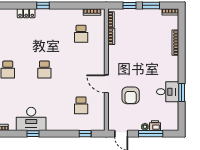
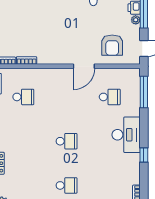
armchair: (131, 95) -> (112, 45), moved, turned 90
desk: (31, 119) -> (126, 135), moved
window: (85, 134) -> (144, 92), width x2.17

